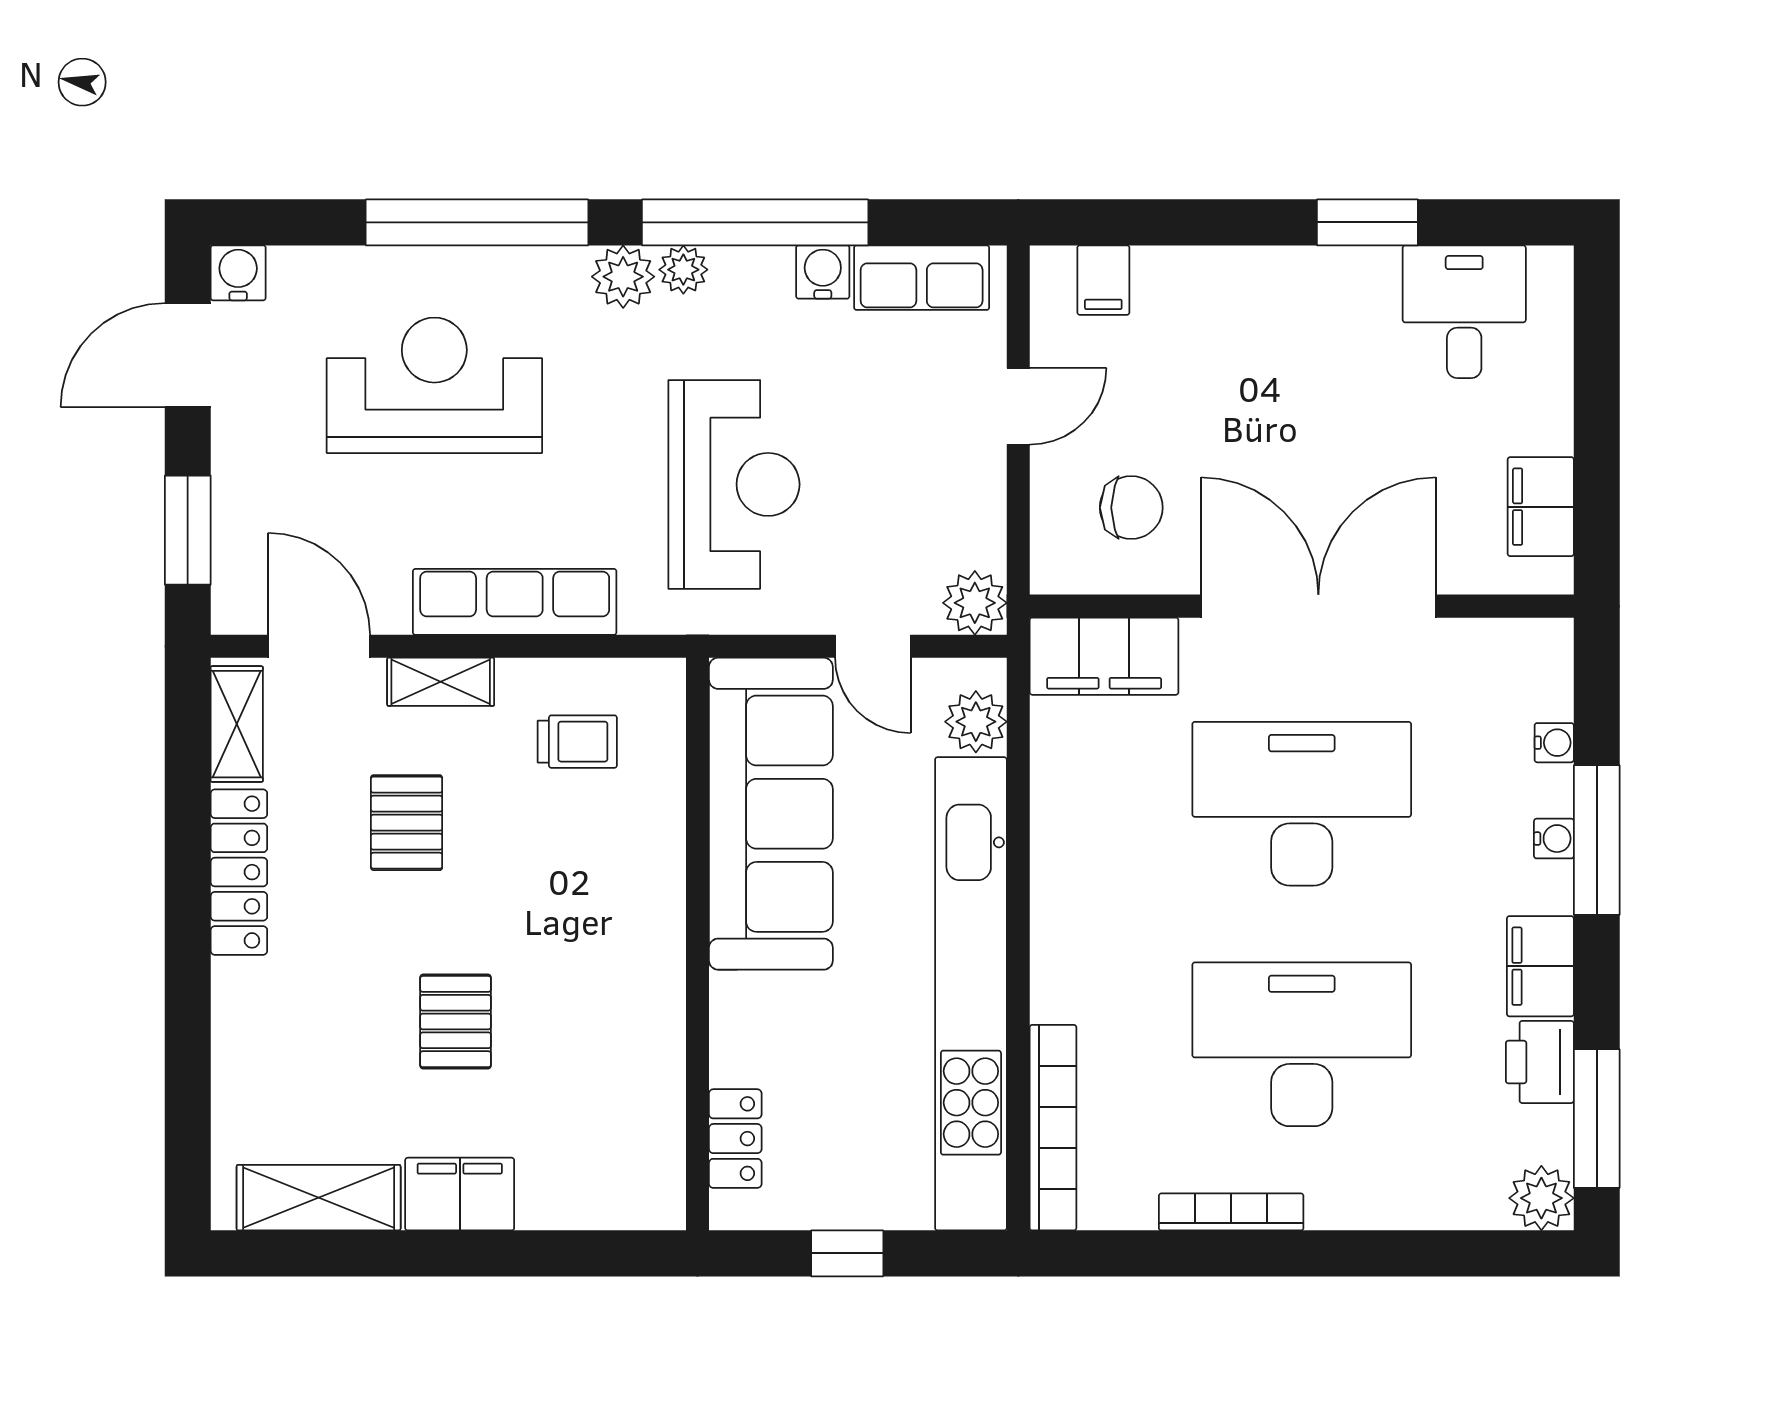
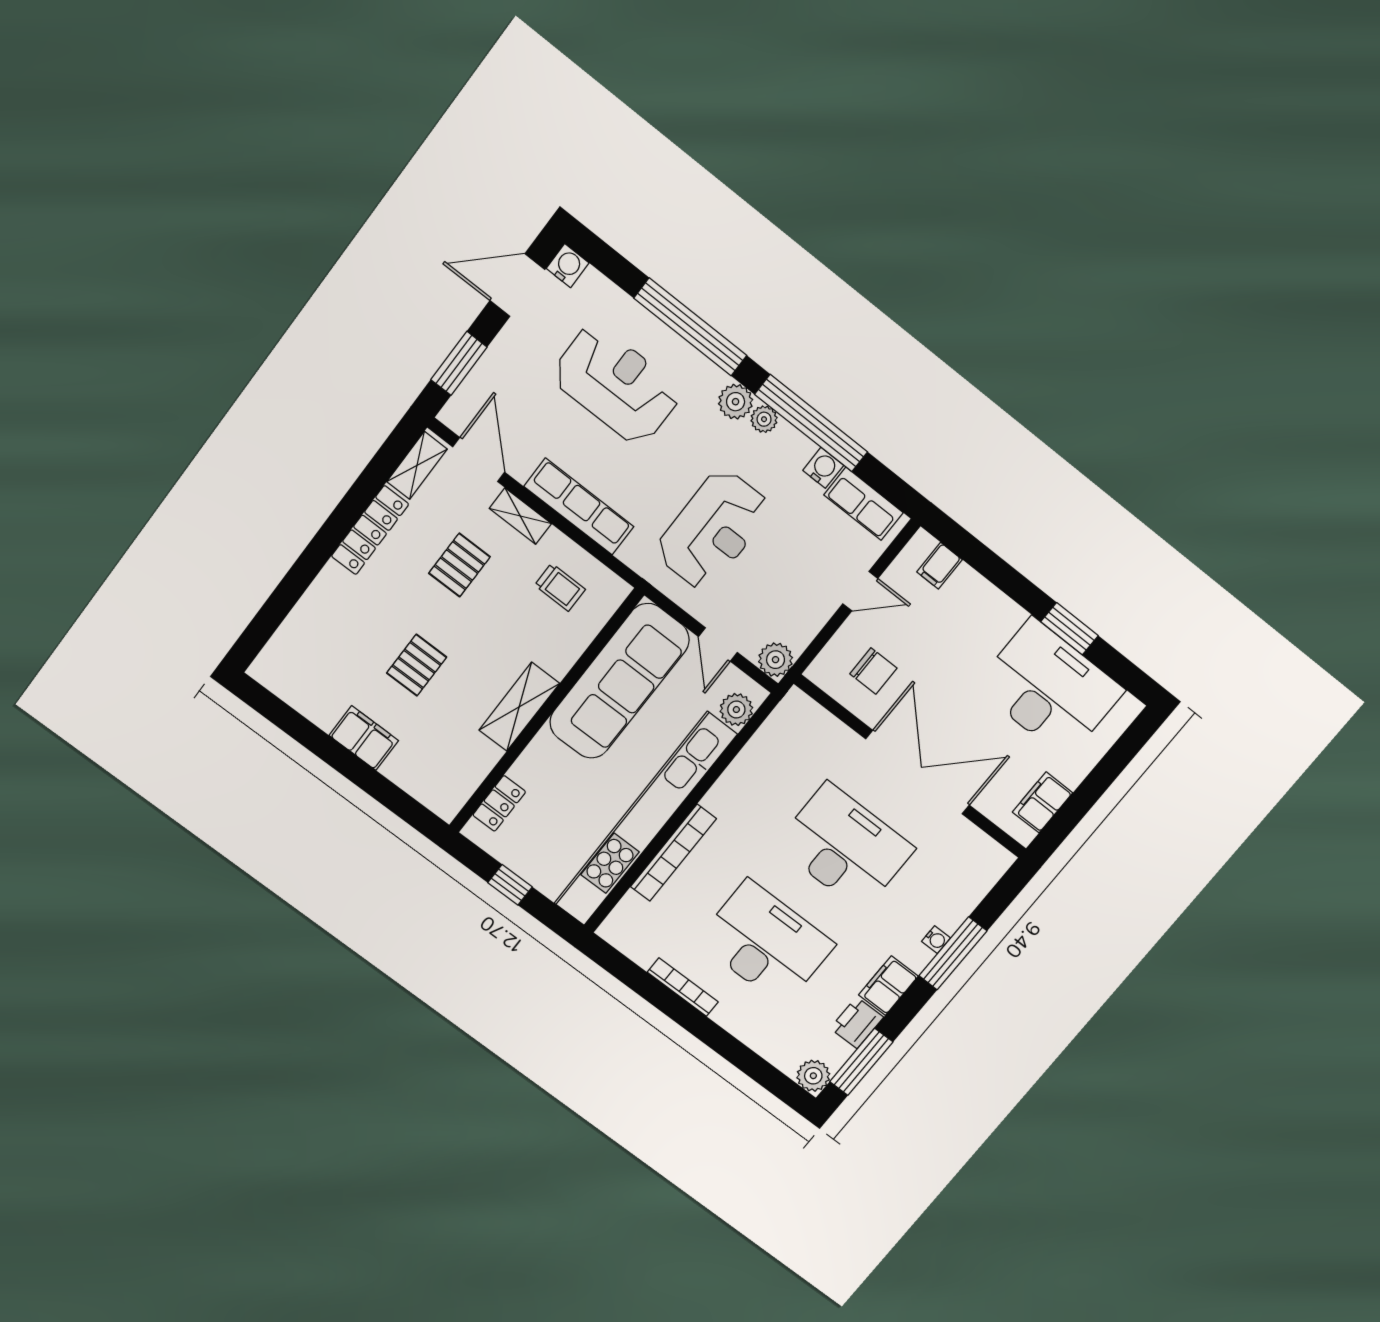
desk: (1464, 312) -> (1049, 689), width x1.87, depth x1.30
filing cabinet: (1104, 656) -> (812, 724), removed
water cooler: (1554, 743) -> (968, 902), removed
bookcase: (1053, 1128) -> (673, 853), moved
shelving: (319, 1198) -> (519, 707), moved, turned 90

